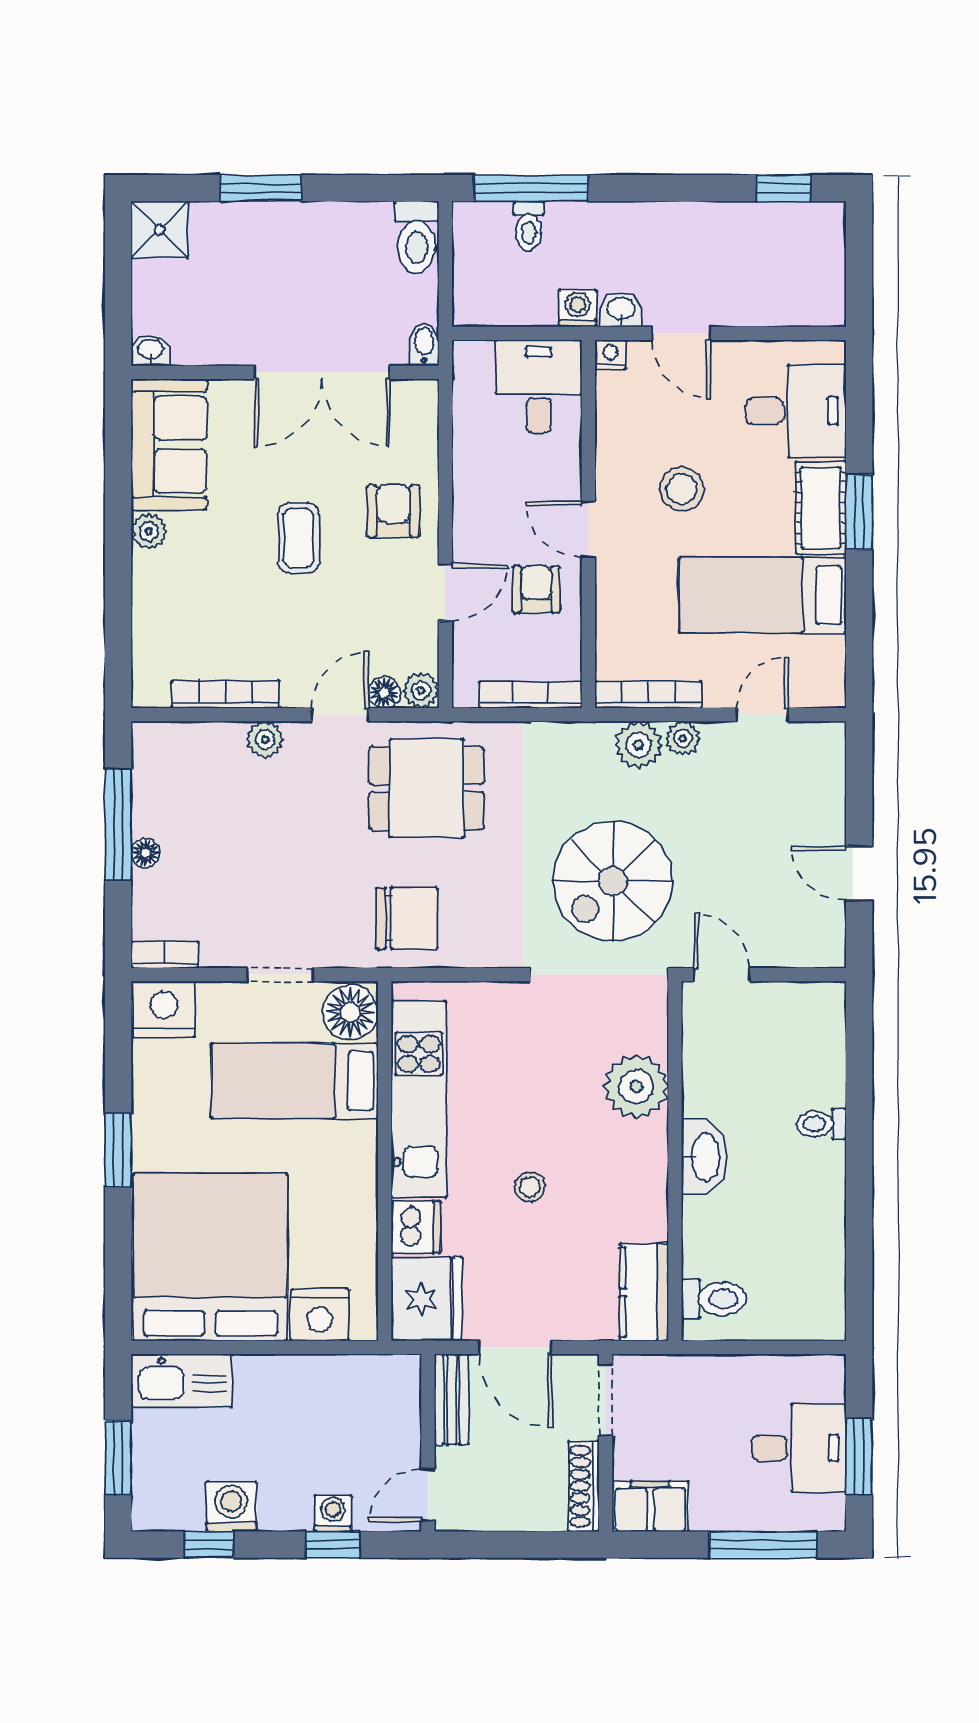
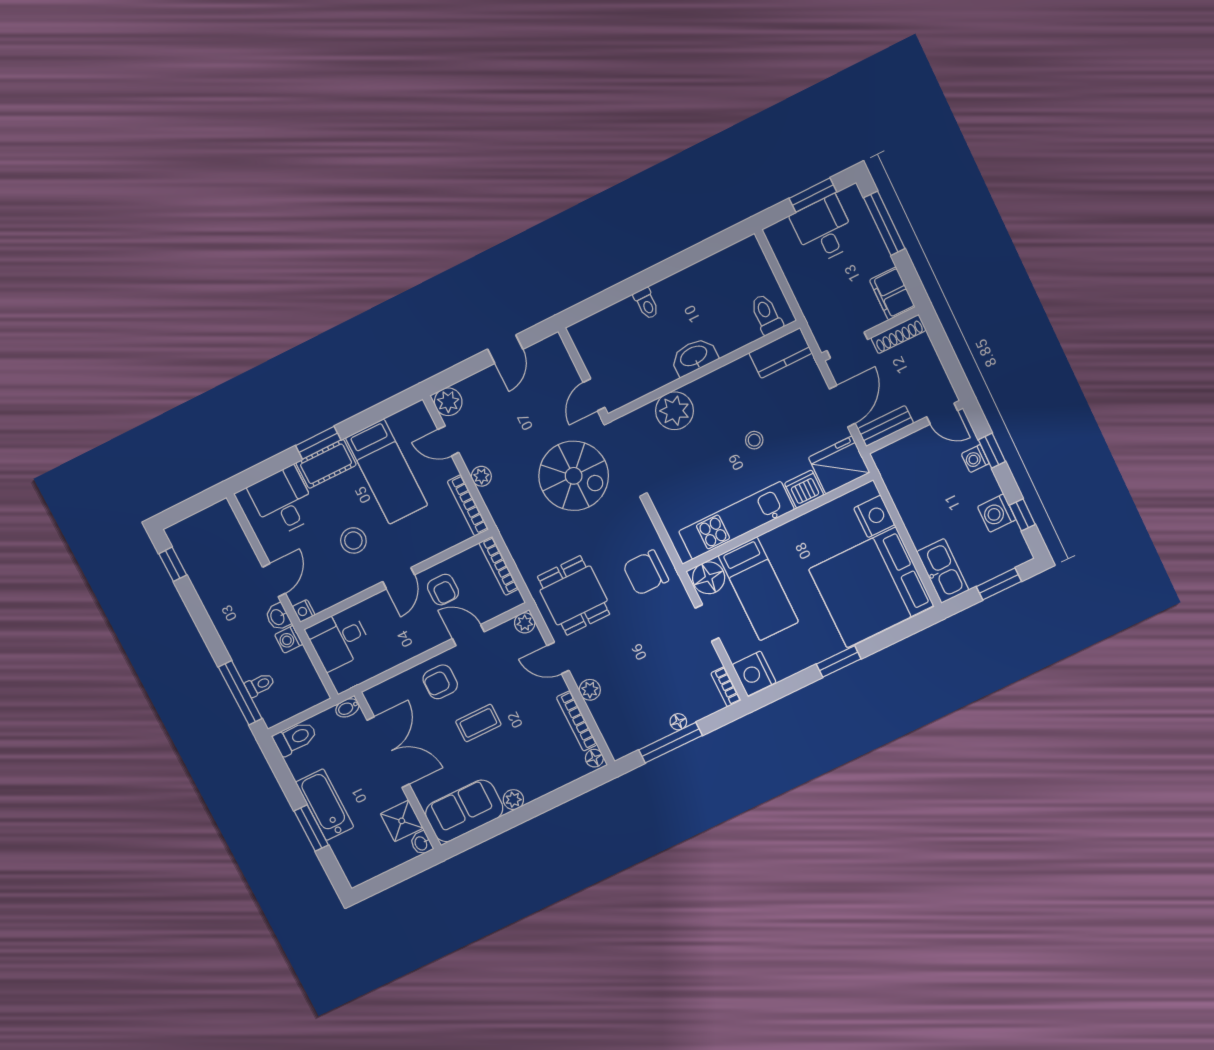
bathtub: (288, 229) -> (325, 805), added
shower: (159, 230) -> (402, 821), moved
armchair: (536, 589) -> (443, 590), turned -90
floor lamp: (384, 692) -> (594, 758), moved
plant: (638, 745) -> (448, 402), moved
chair: (407, 918) -> (646, 573), turned -90

